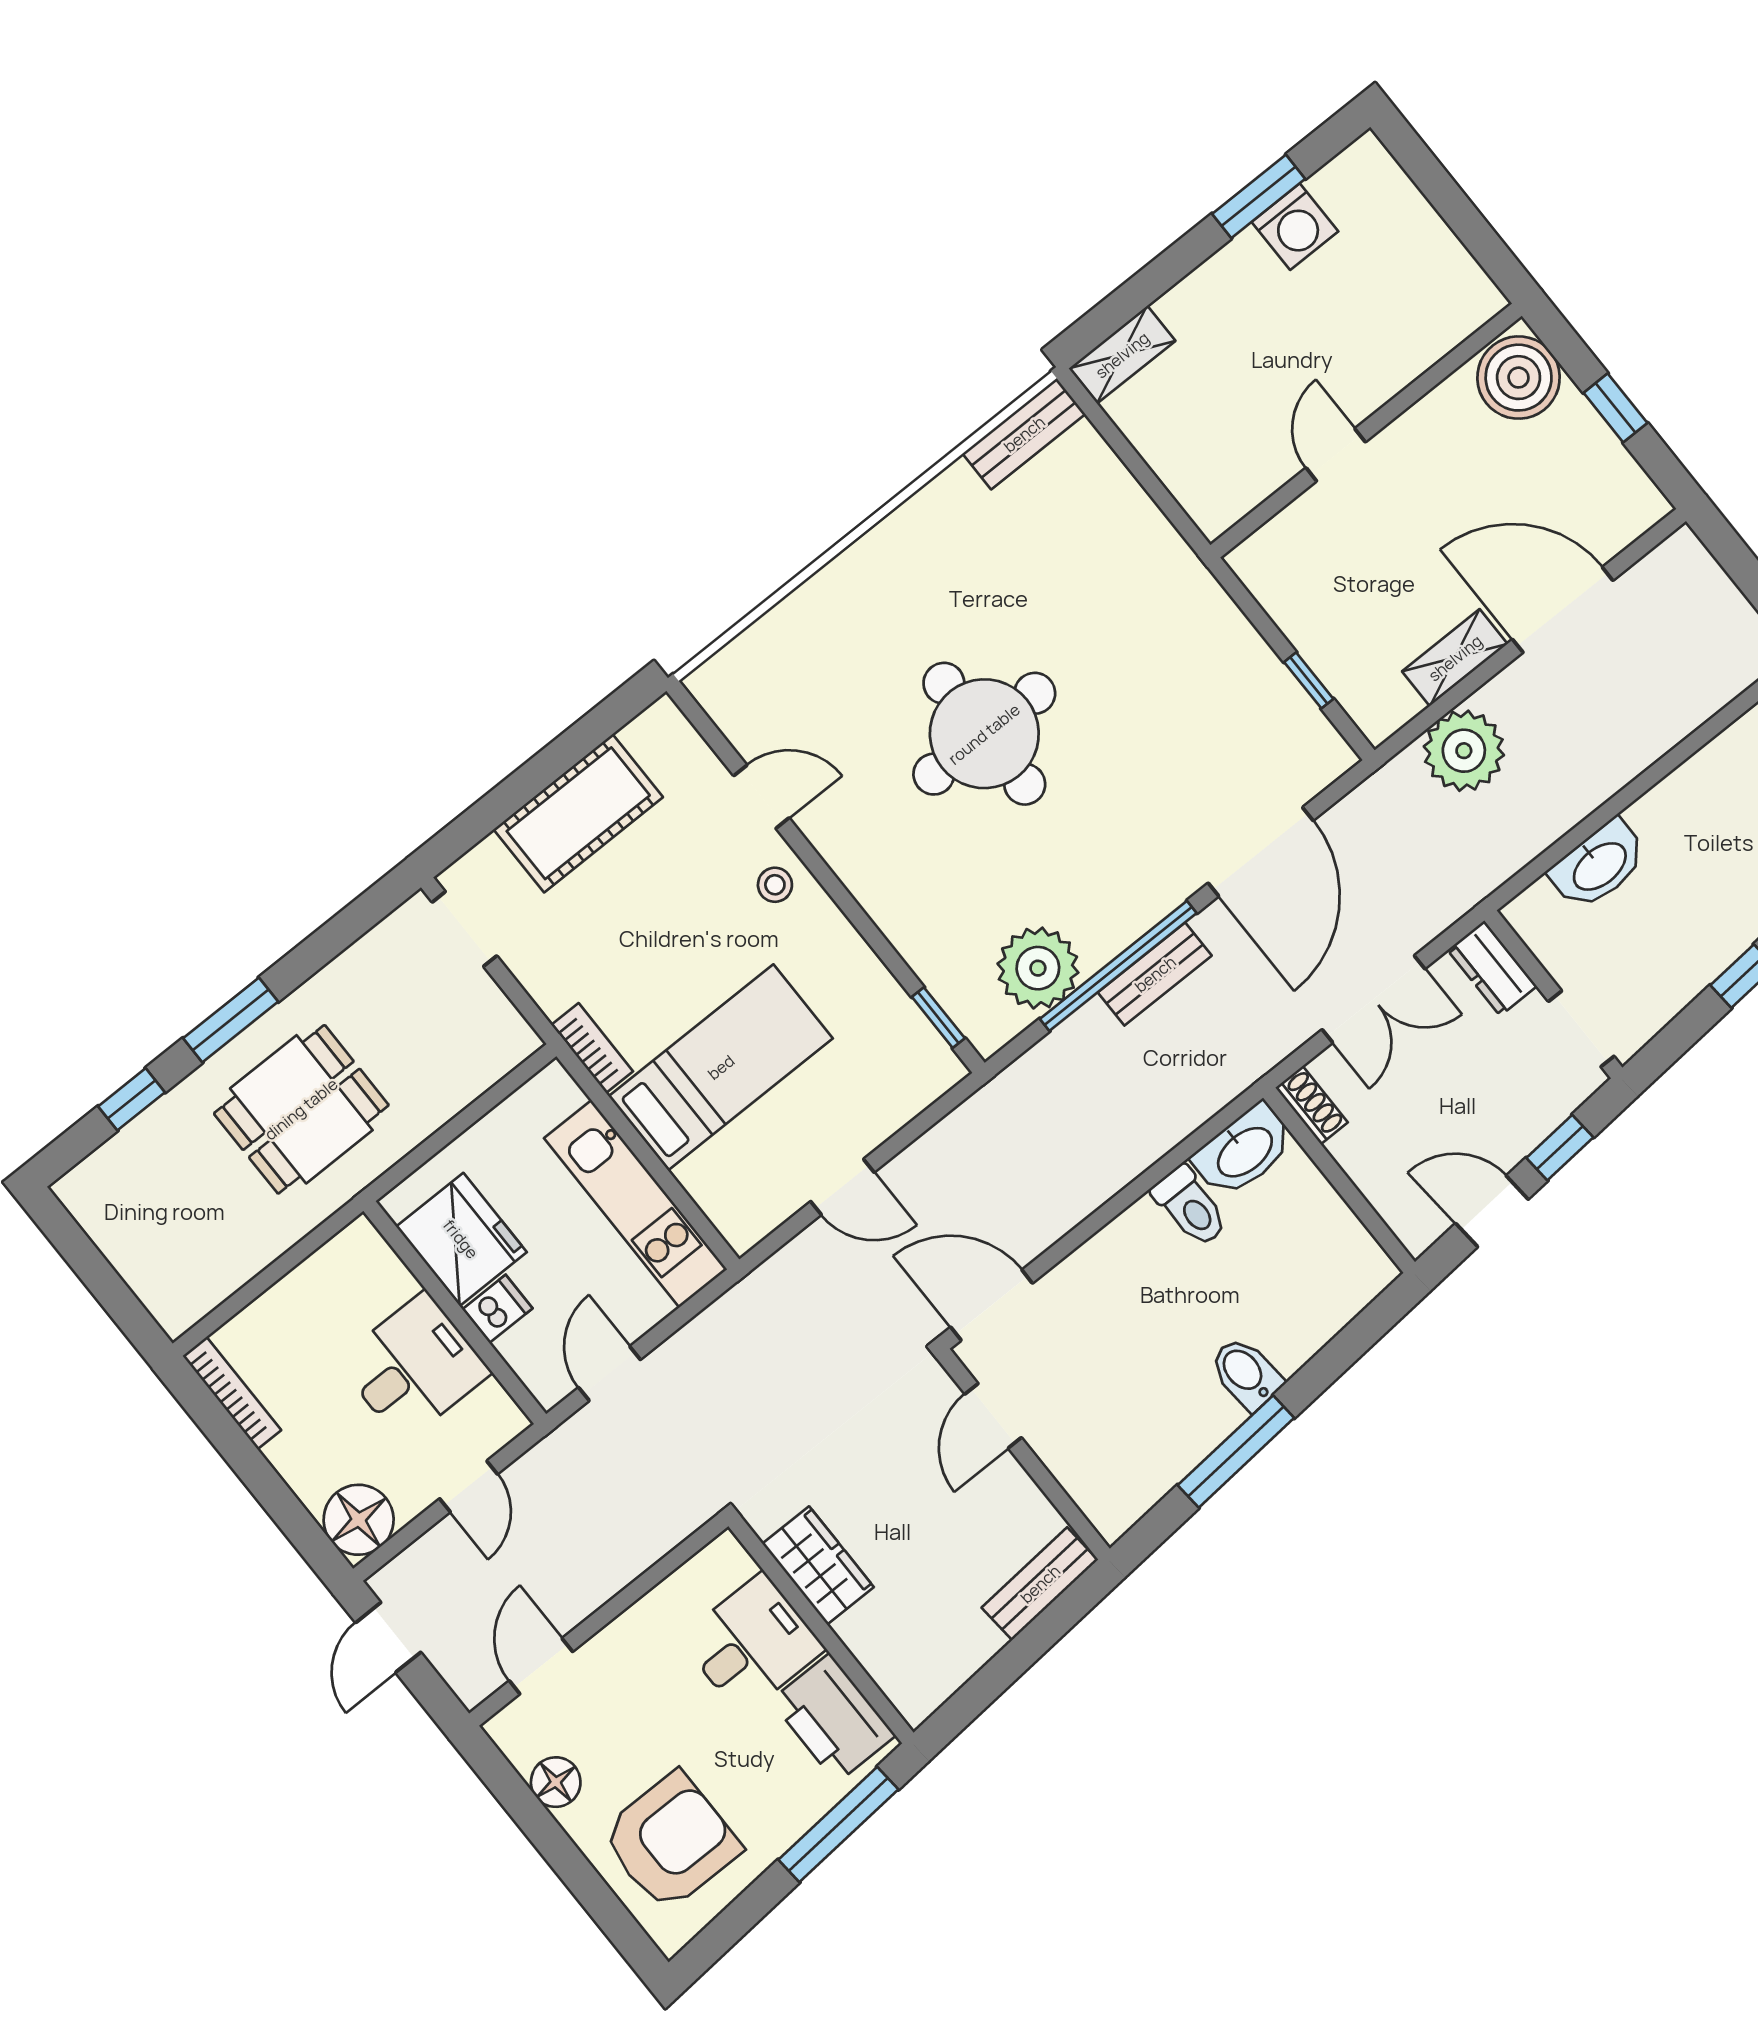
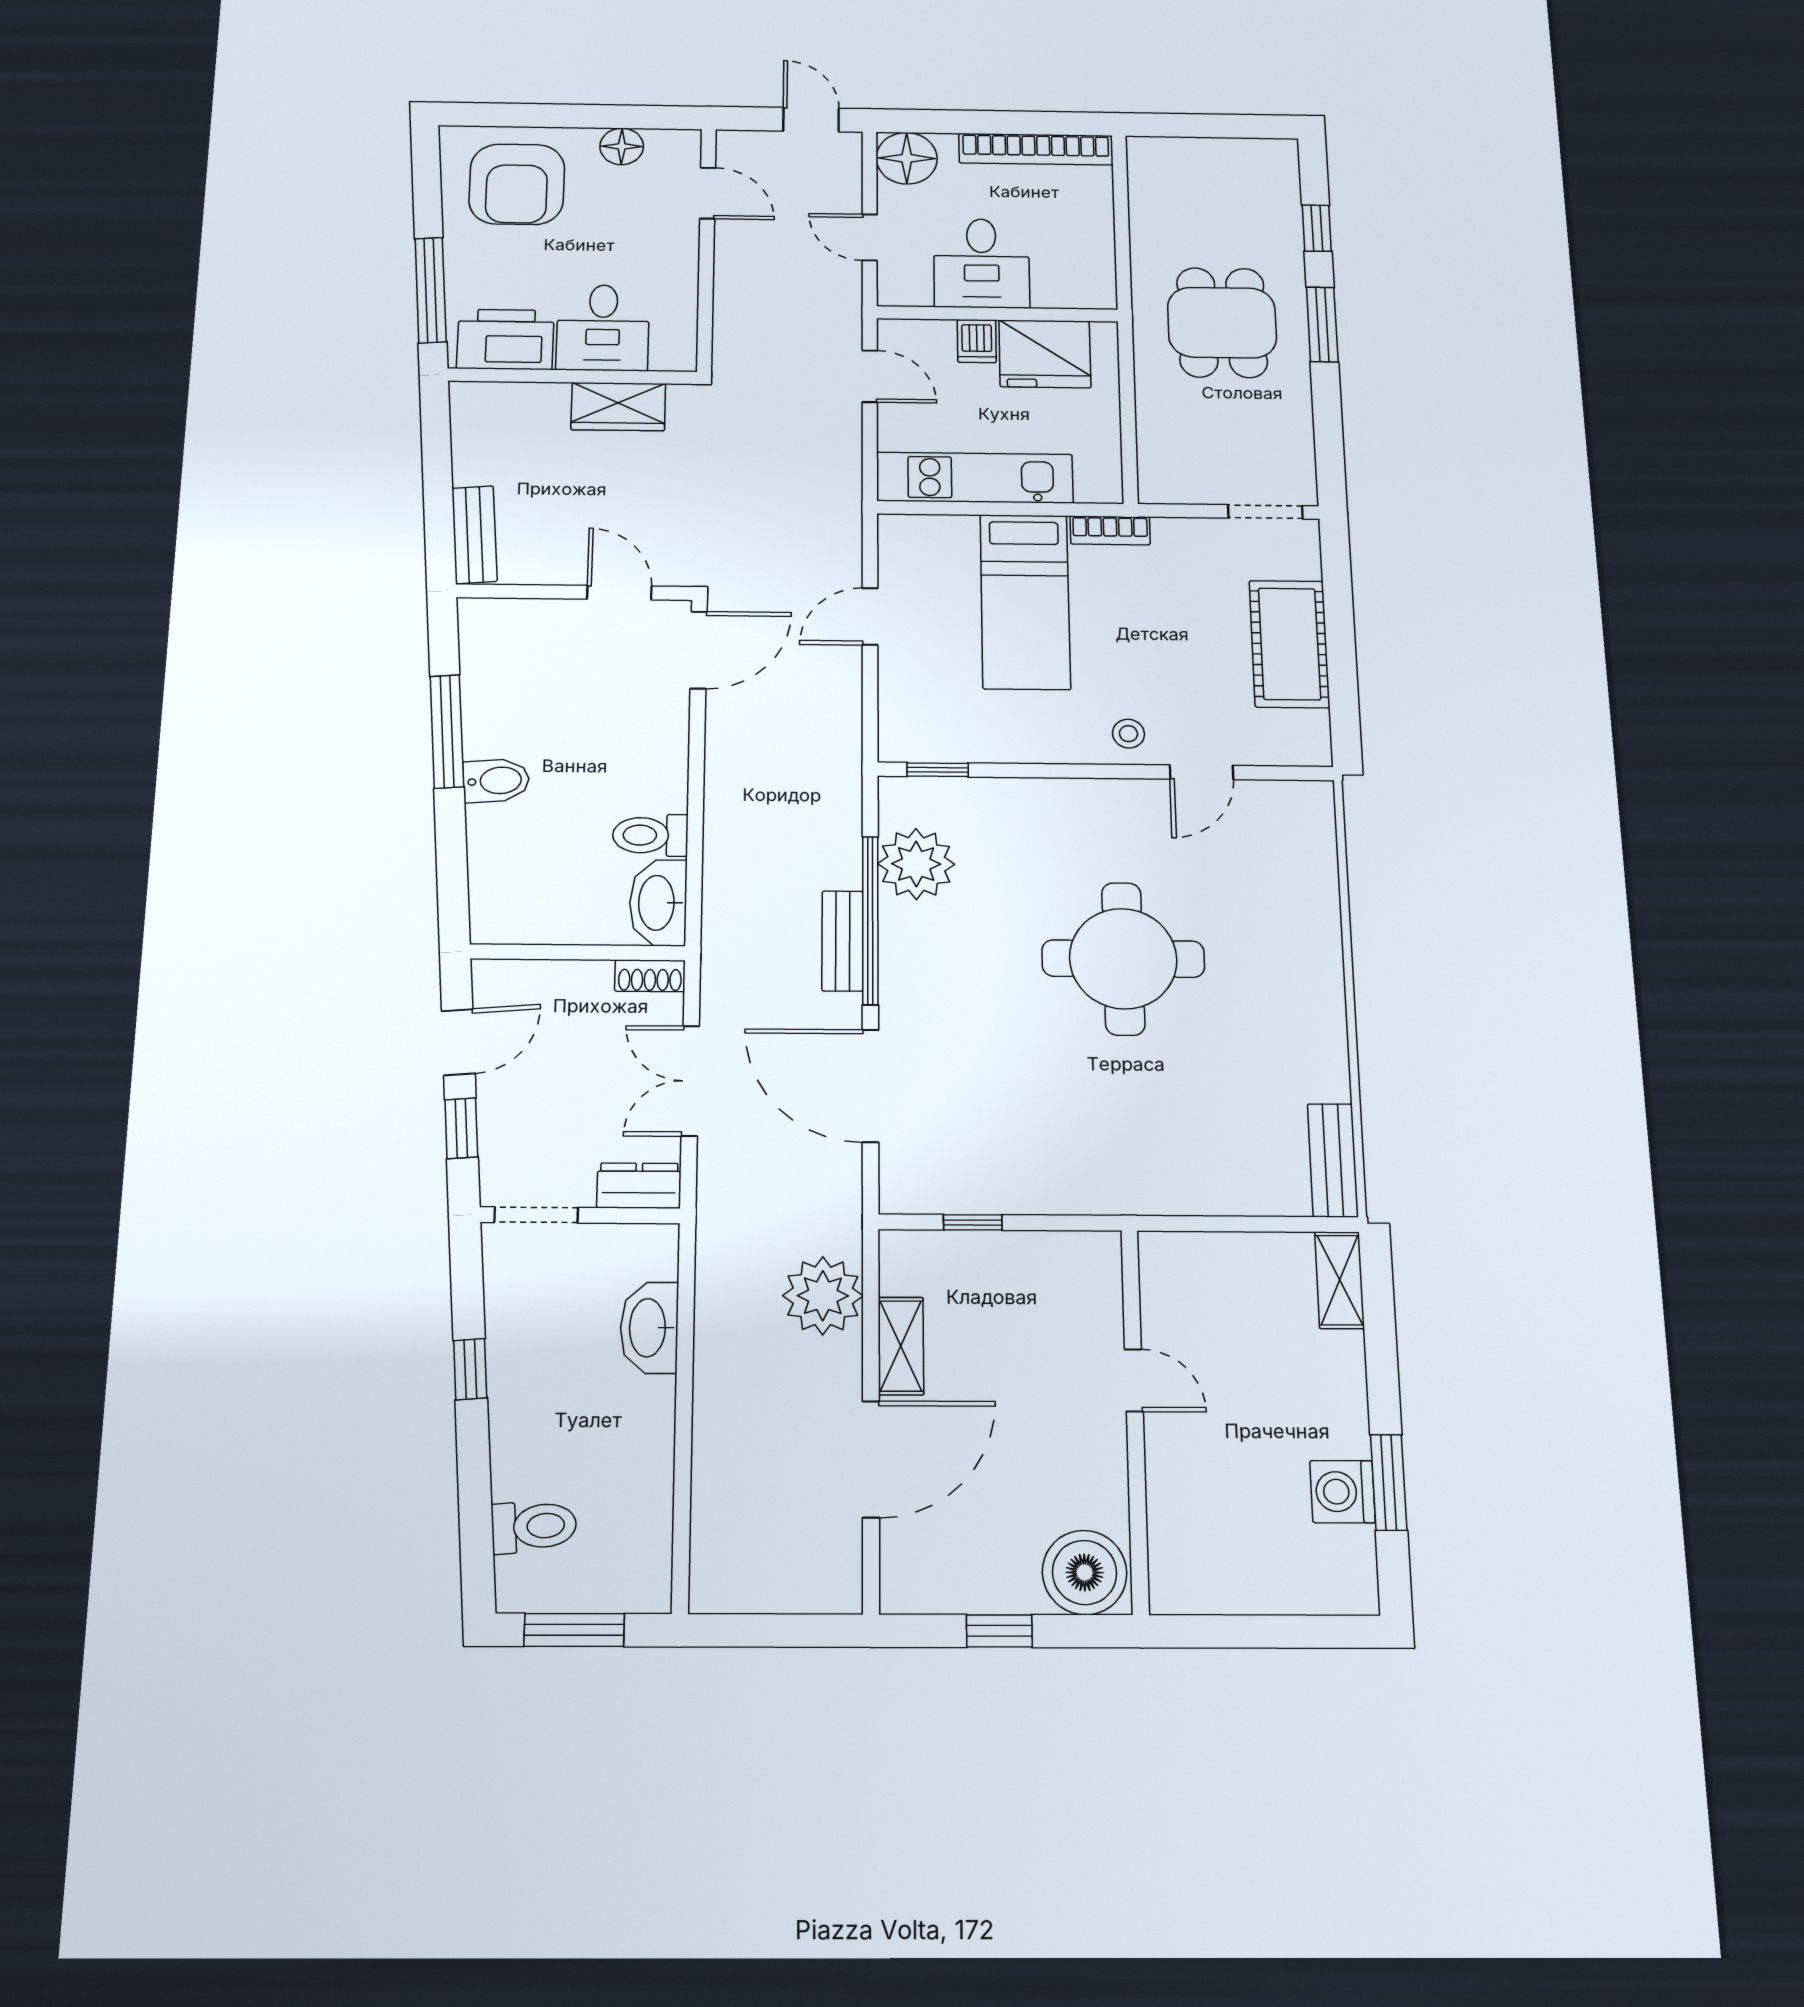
bookcase: (232, 1393) -> (1036, 149), width x1.48, depth x1.31

